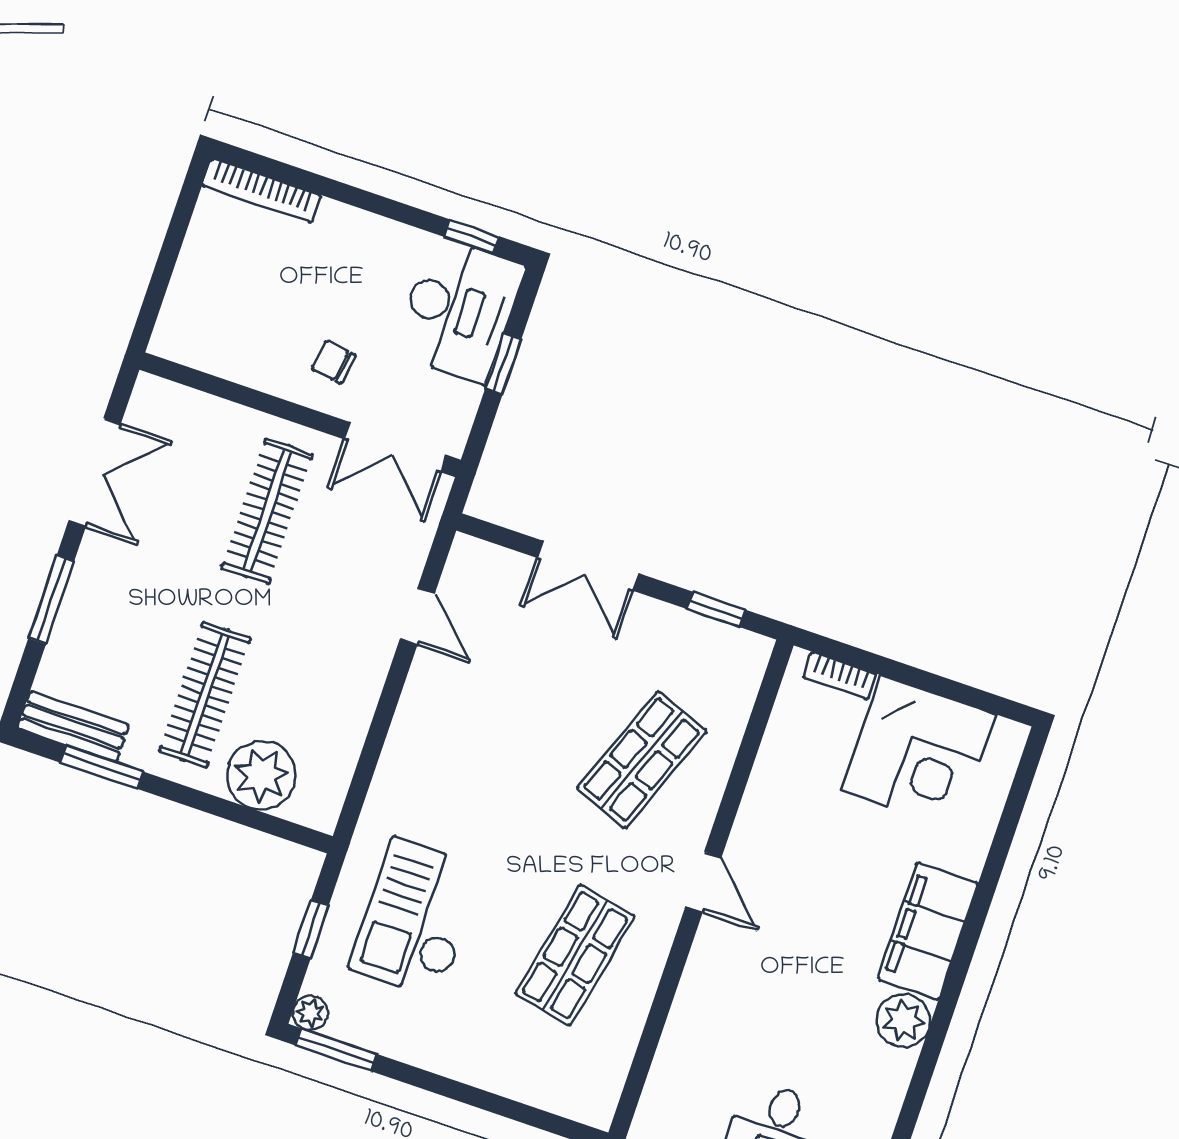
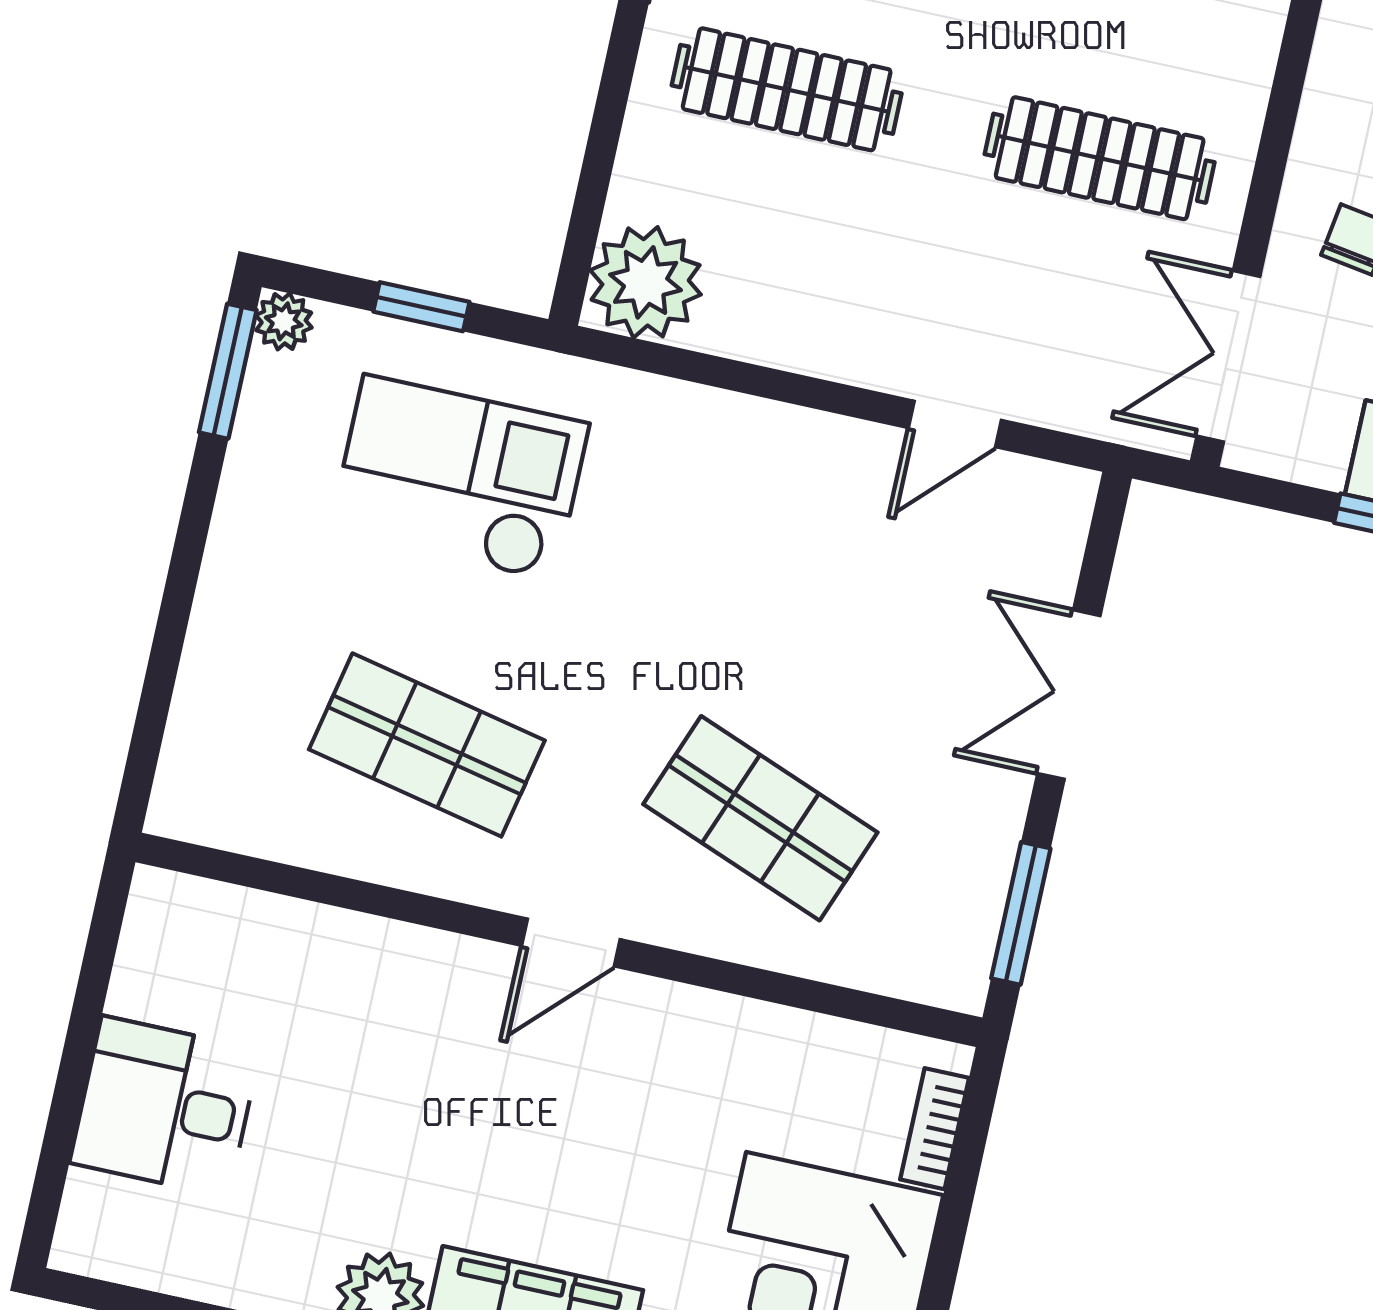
window: (716, 609) -> (1021, 913), width x1.50
plant: (261, 776) -> (646, 282), moved

